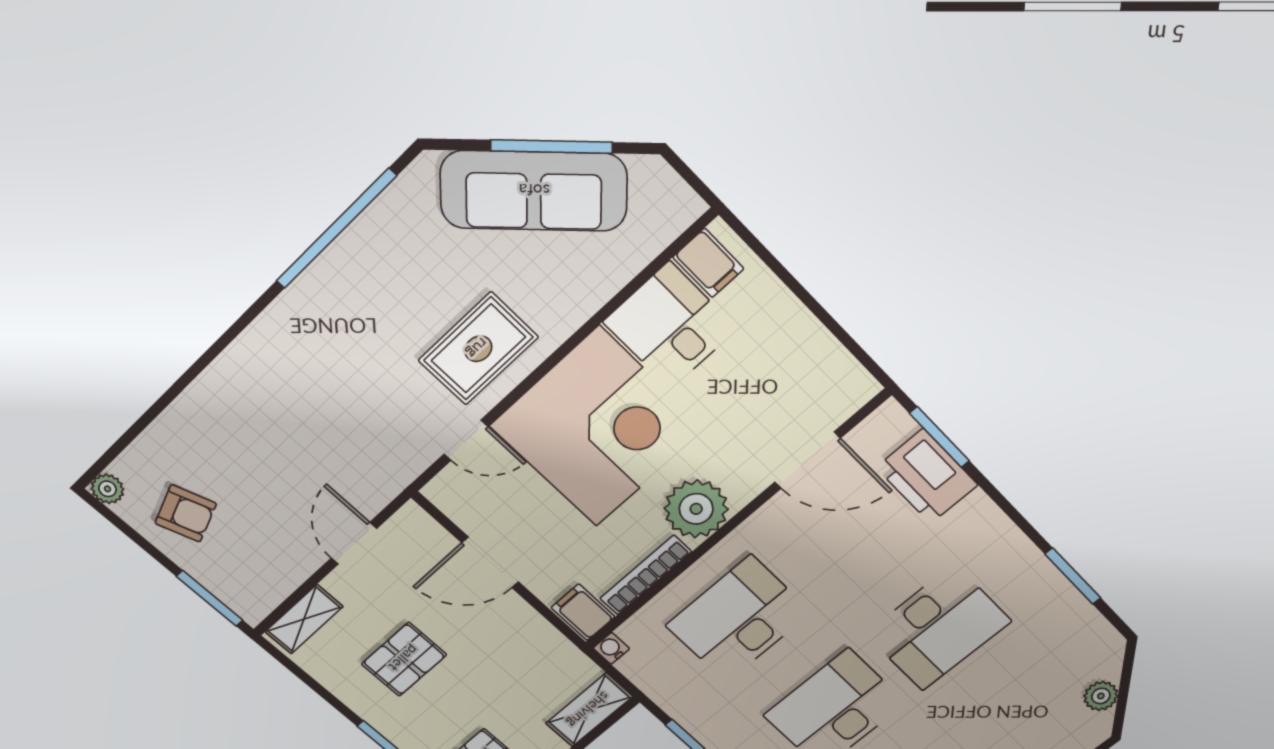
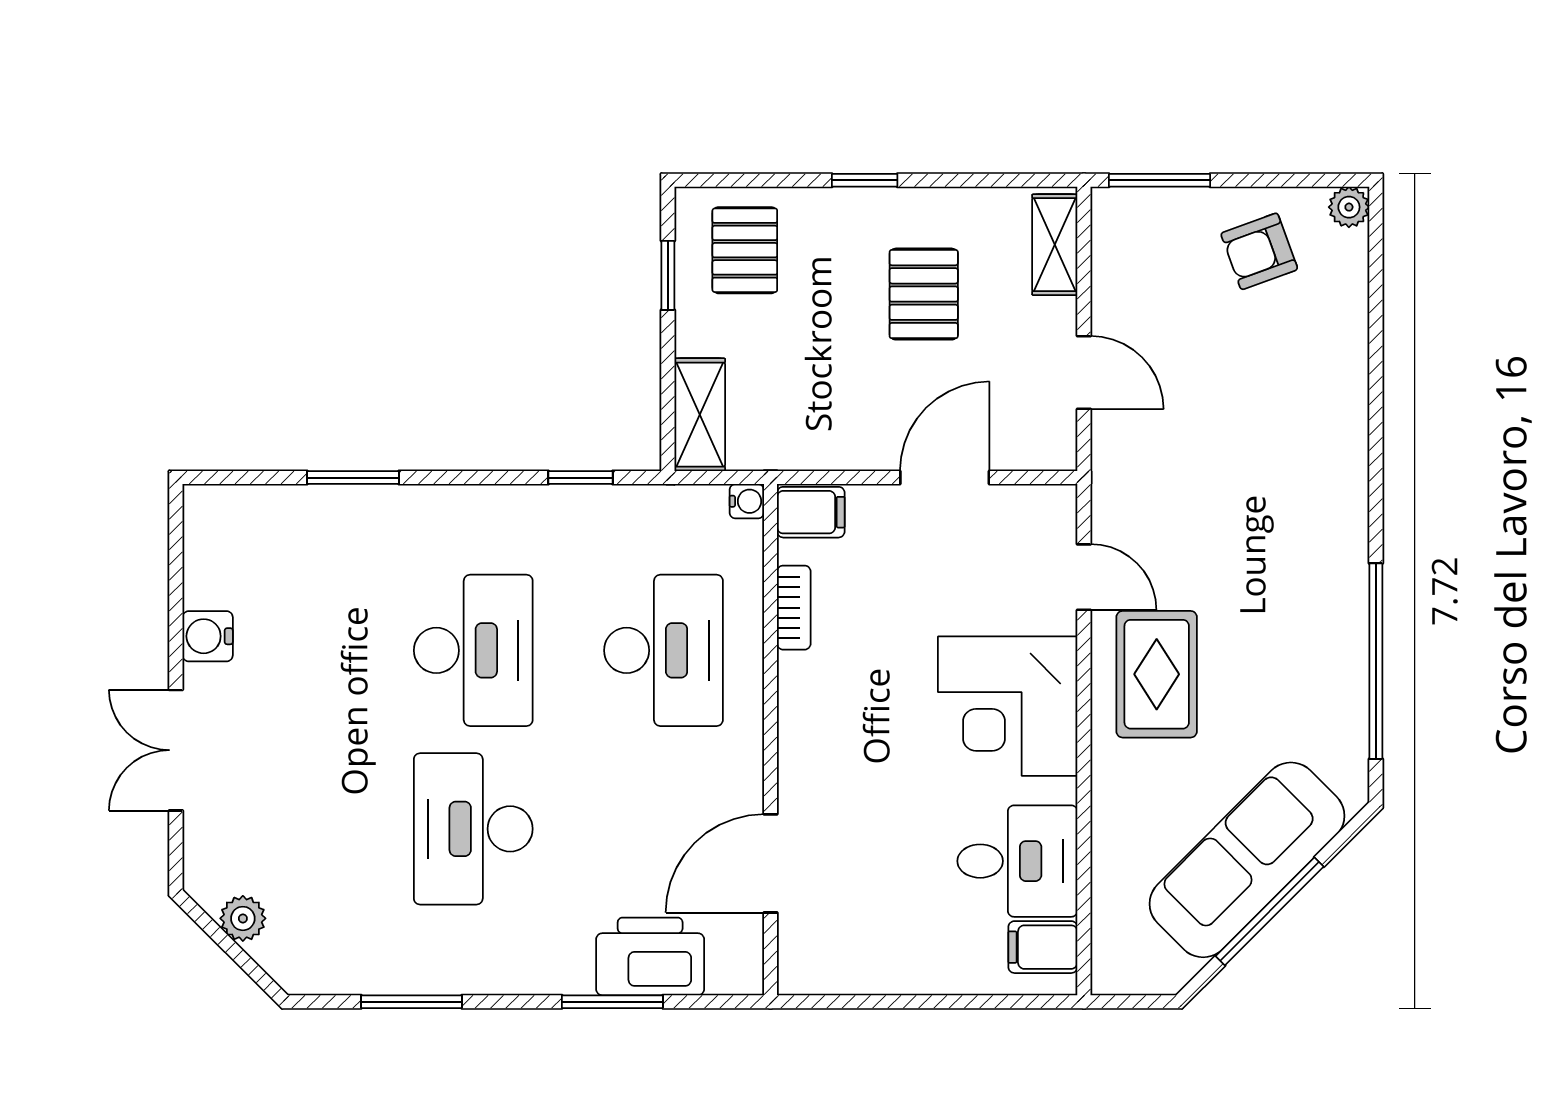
corner desk: (598, 428) -> (1008, 706), width x0.74, depth x0.74
window: (940, 437) -> (612, 1002), moved
door: (466, 440) -> (1084, 577), swing flipped
plant: (696, 509) -> (818, 718), removed
bookcase: (645, 575) -> (794, 608), width x0.64

